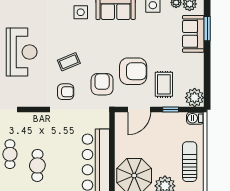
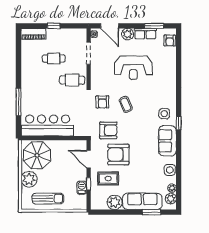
sofa: (193, 34) -> (142, 201), width x1.36
armchair: (133, 71) -> (118, 155), turned 90
plant: (195, 98) -> (115, 202), moved
barbecue: (195, 118) -> (82, 188), moved
cafe table: (37, 165) -> (72, 80), moved

